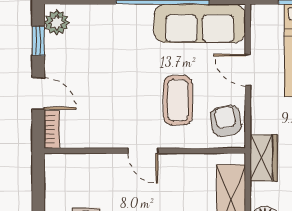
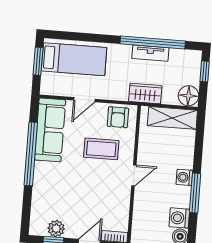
plant: (57, 23) -> (56, 229), moved
armchair: (226, 121) -> (118, 117), turned -79

